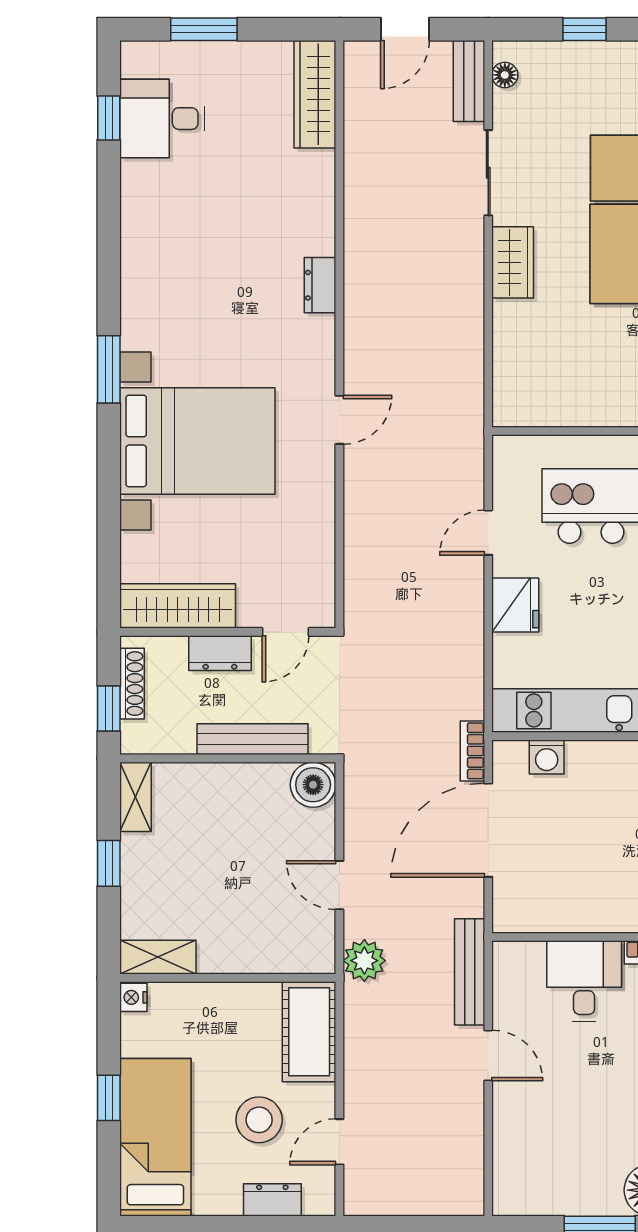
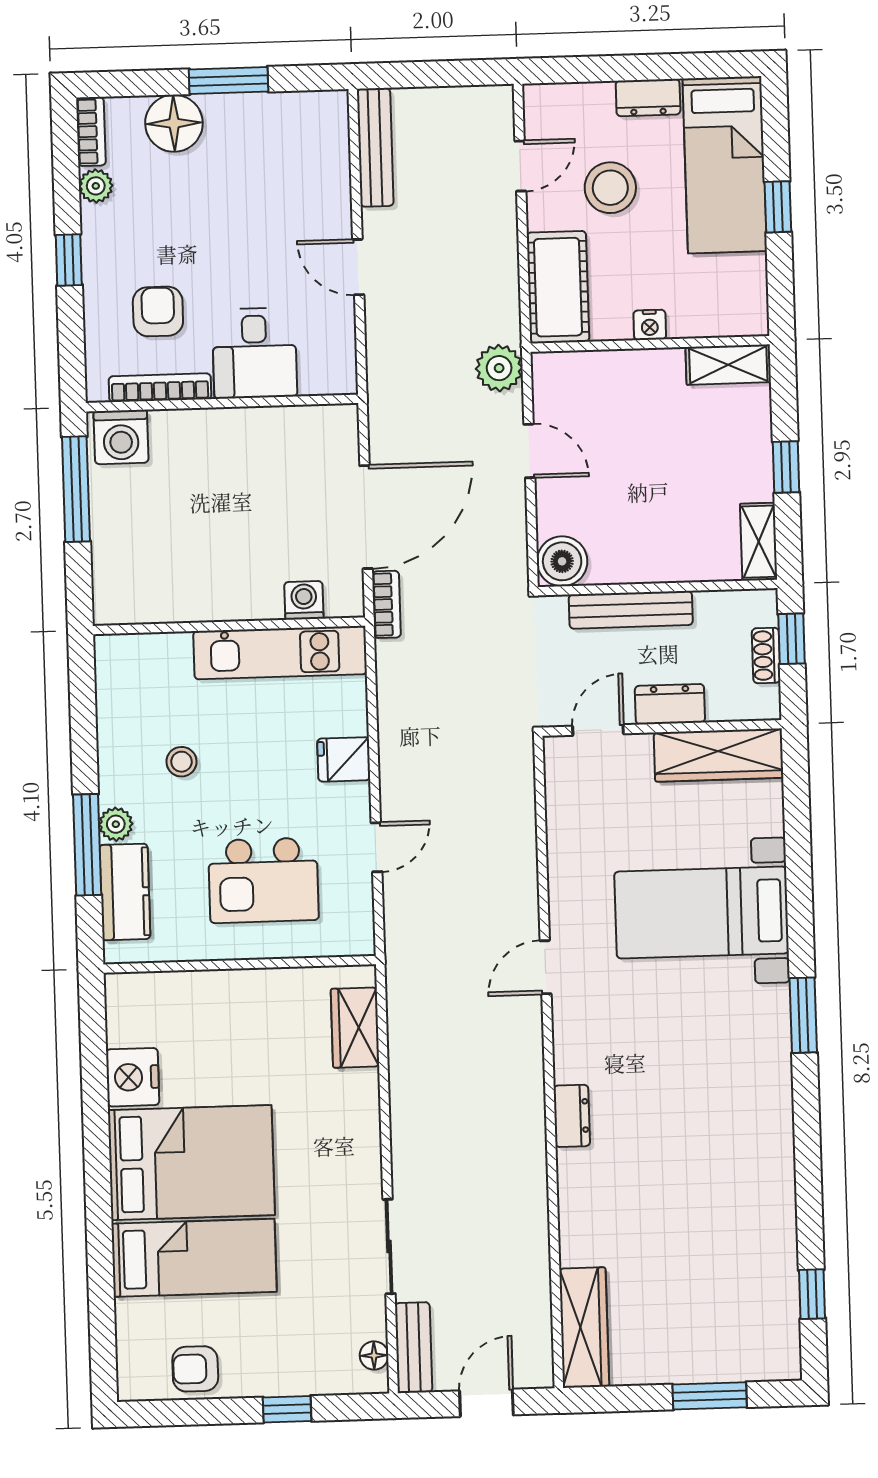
desk: (162, 119) -> (753, 1295), removed
wardrobe: (513, 262) -> (355, 1028), moved
bed with nightstands: (197, 441) -> (702, 913), width x0.73
fridge: (515, 605) -> (344, 759), width x0.72
shoe rack: (132, 684) -> (766, 655), width x0.70
bench: (470, 972) -> (375, 147), moved
nightstand: (133, 997) -> (650, 325), moved, turned 90
dresser: (272, 1200) -> (648, 98), moved

